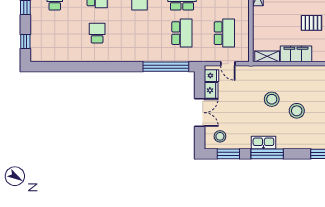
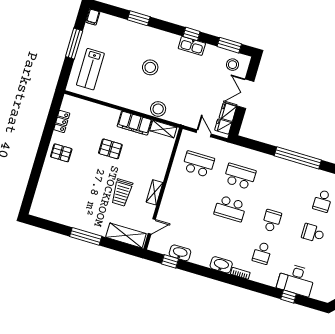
school desk: (182, 33) -> (240, 176), turned 90
school desk: (224, 33) -> (198, 164), turned 90
window: (166, 67) -> (298, 158), moved
stool: (272, 99) -> (158, 109), moved
window: (267, 154) -> (192, 34), width x0.46

